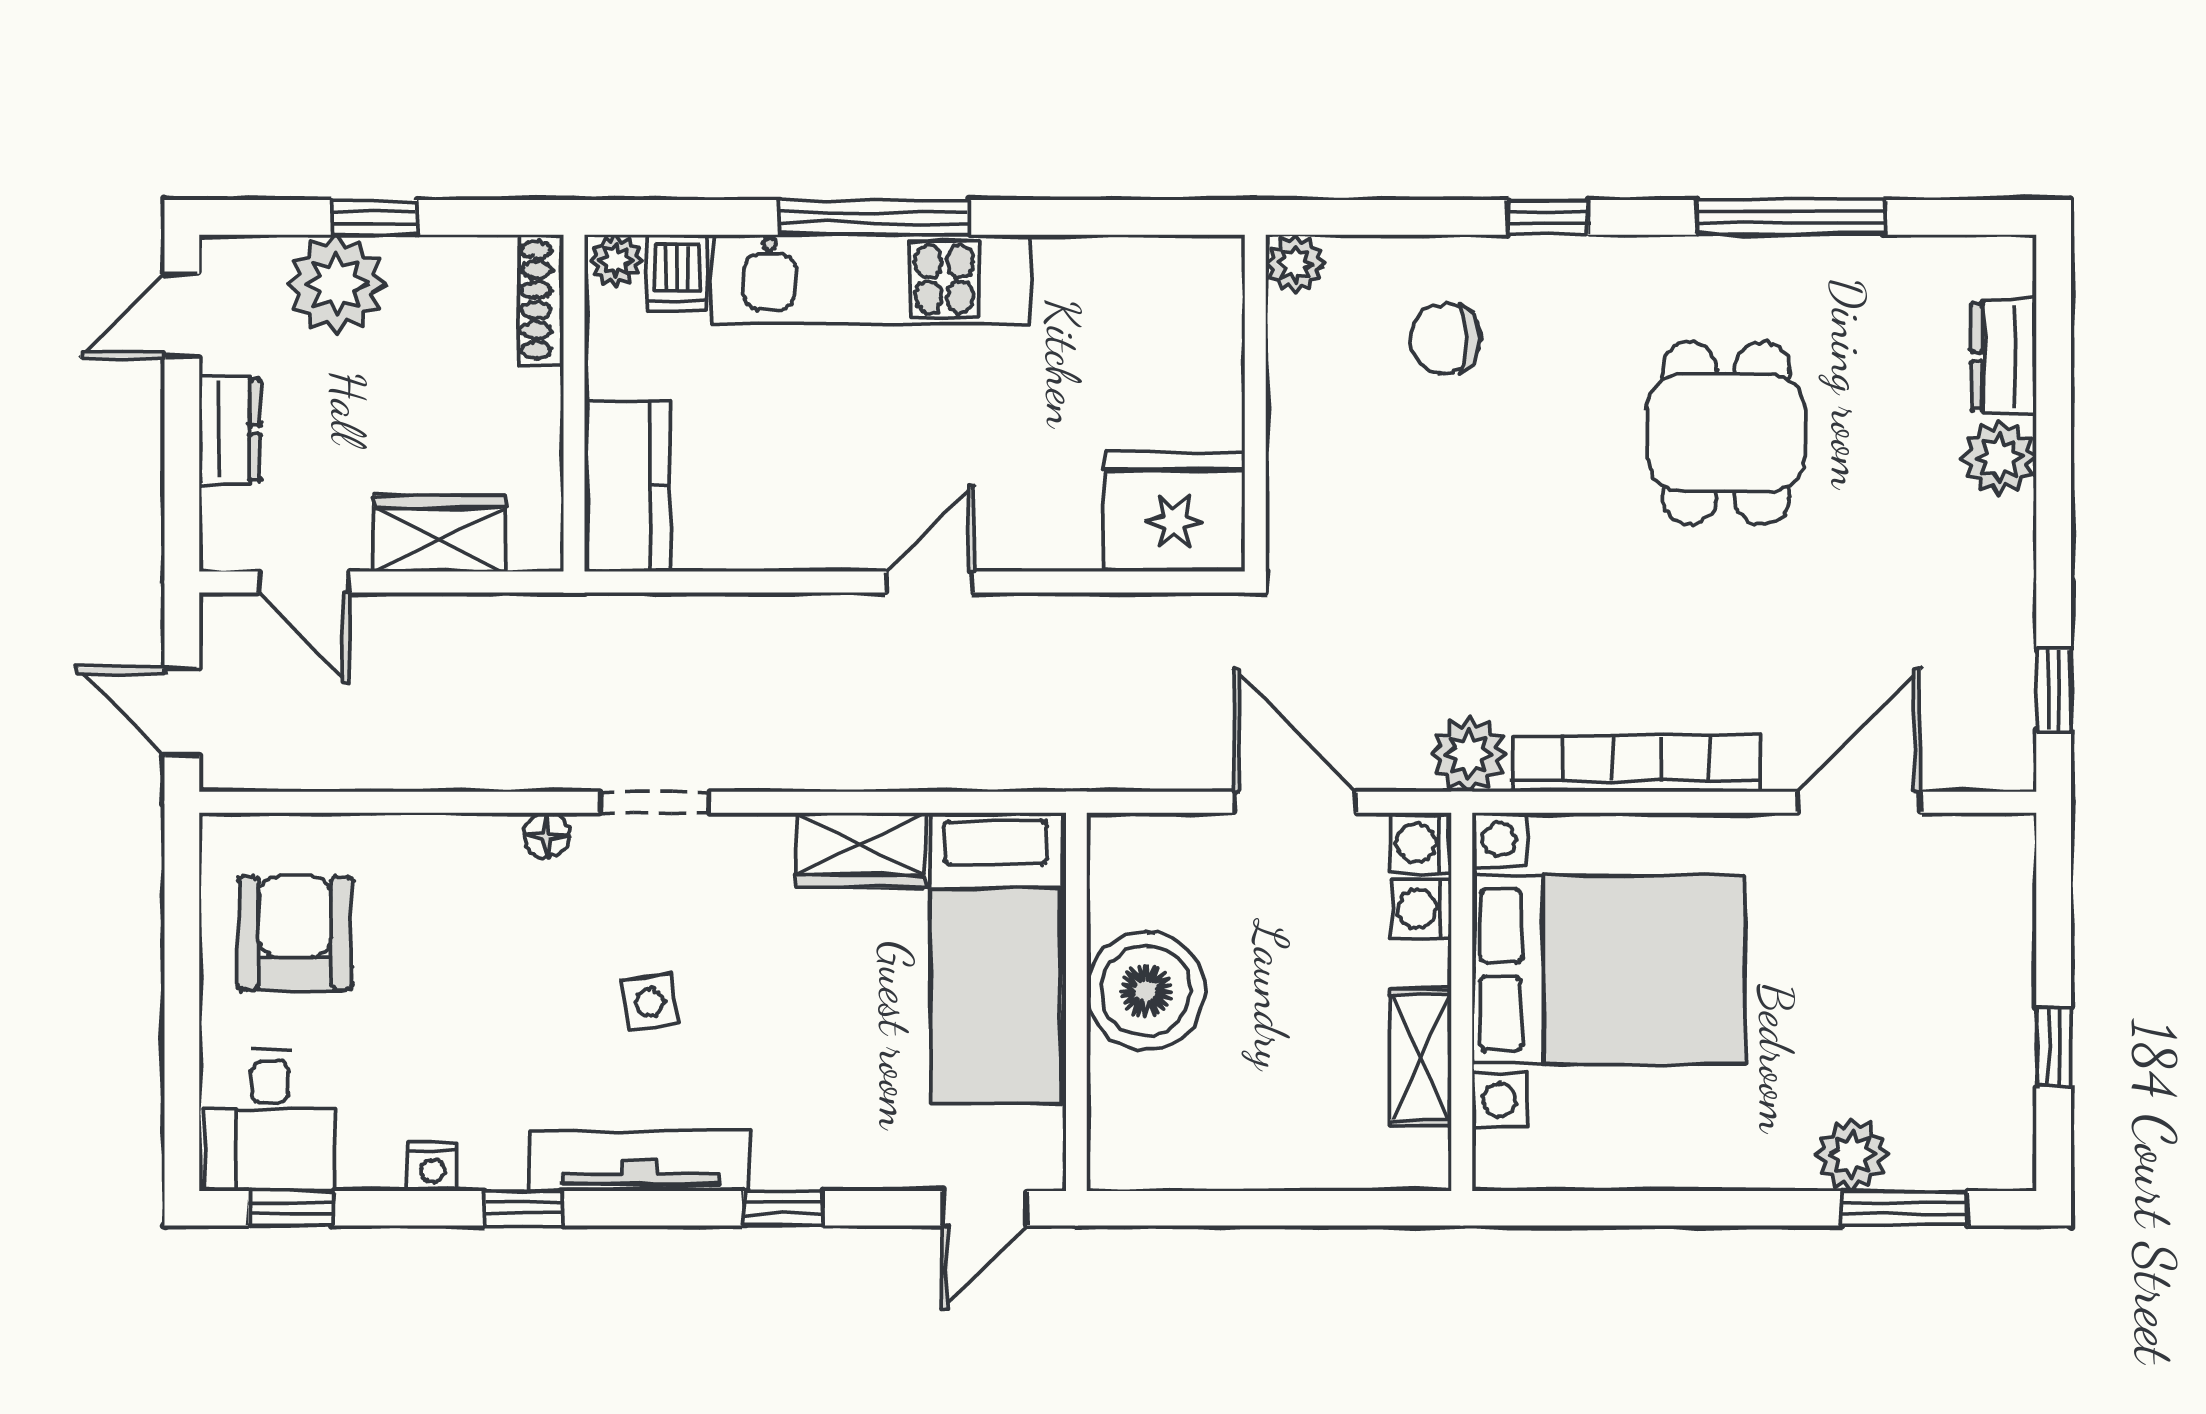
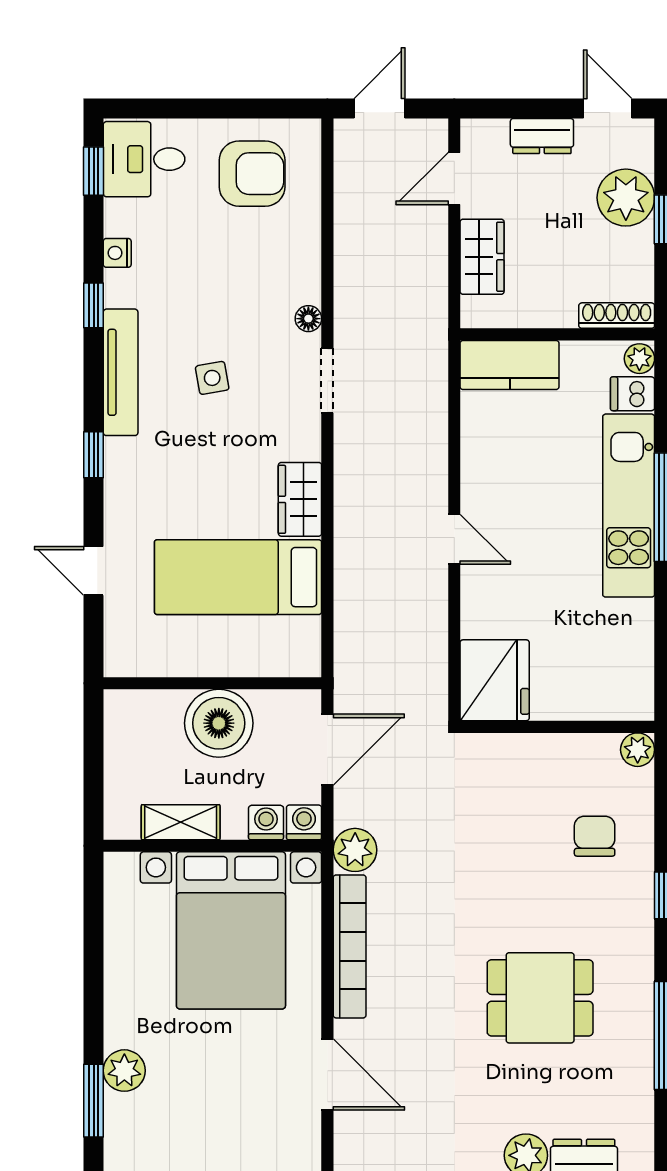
boiler: (1146, 991) -> (219, 723), moved
wall: (1076, 1002) -> (212, 683), moved

